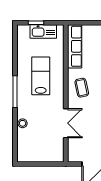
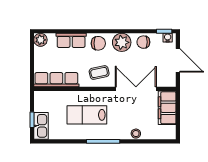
kitchen sink: (43, 31) -> (41, 126), moved
double door: (66, 123) -> (136, 89), width x1.37
filing cabinet: (48, 154) -> (167, 108), added

